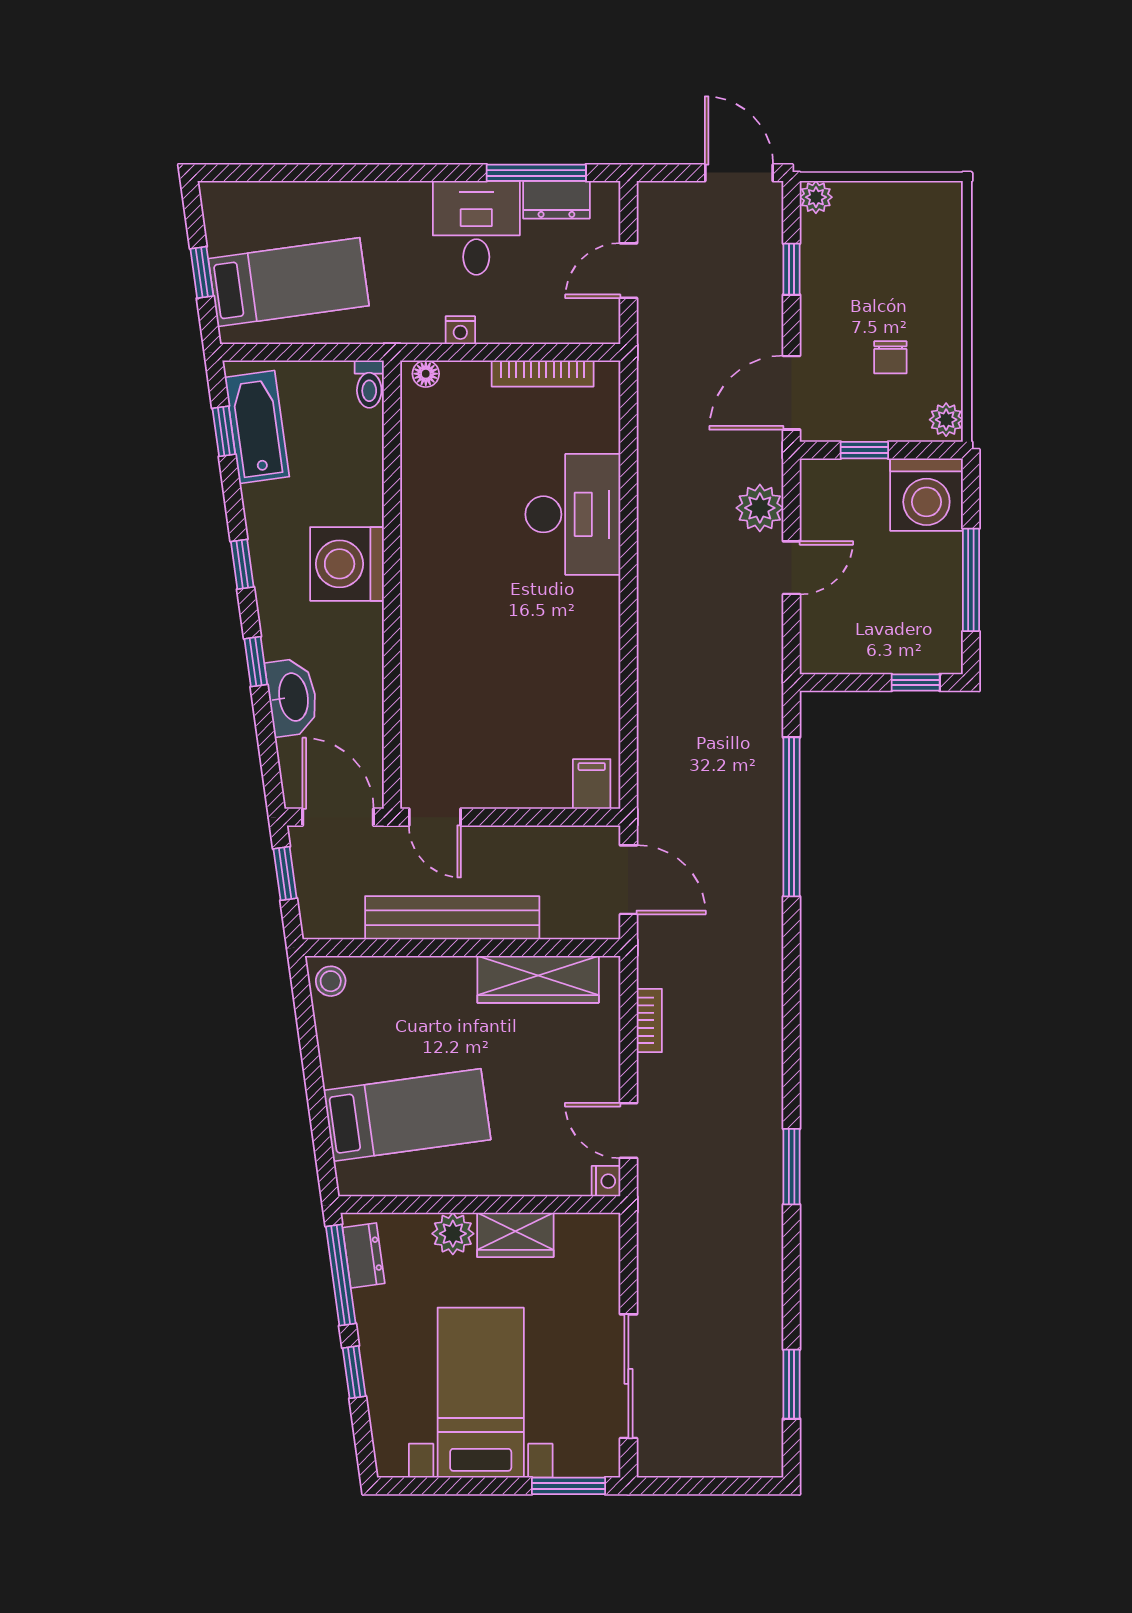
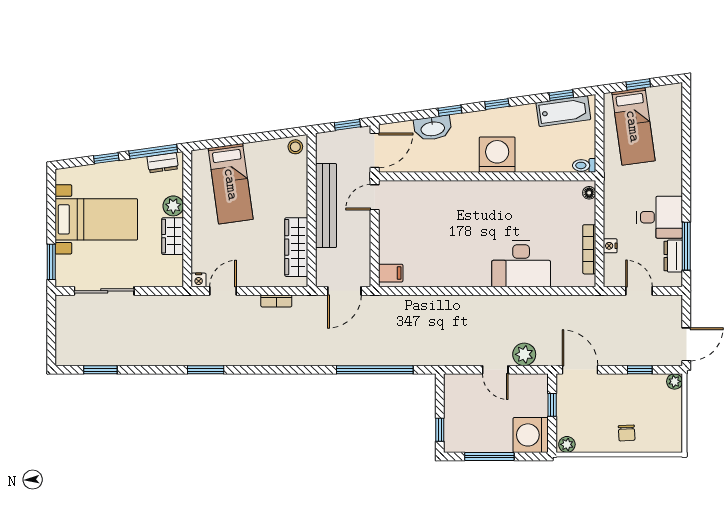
nightstand: (460, 330) -> (610, 246), moved
chair: (890, 357) -> (627, 433), moved, turned -93

